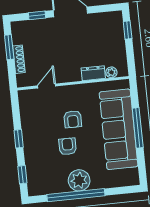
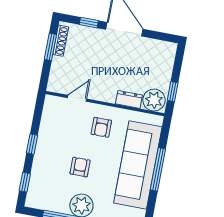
window: (128, 30) -> (173, 92), moved
shoe rack: (19, 59) -> (61, 41), moved
plant: (111, 72) -> (154, 100), width x1.87, depth x1.87
armchair: (73, 119) -> (101, 127), moved

